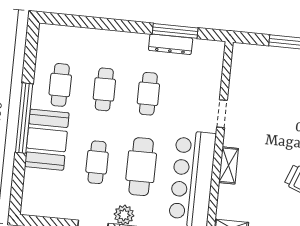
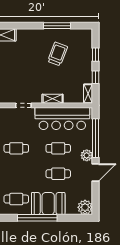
cafe table: (104, 89) -> (16, 174), removed
cafe table: (141, 167) -> (58, 148), width x0.73, depth x0.74
plant: (34, 203) -> (85, 207), added

